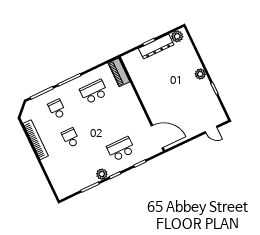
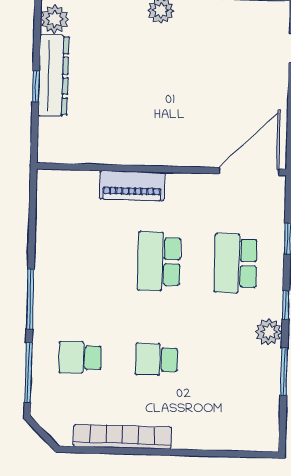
piano: (119, 72) -> (132, 186), moved
school desk: (94, 92) -> (159, 261), moved

